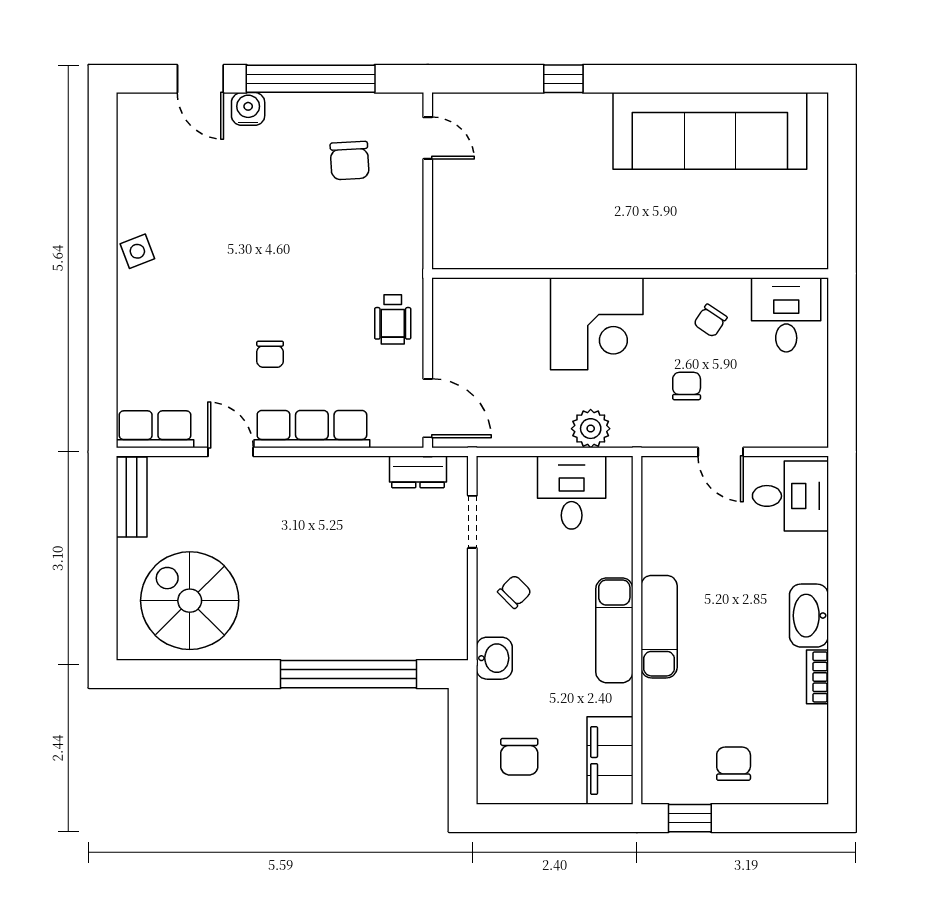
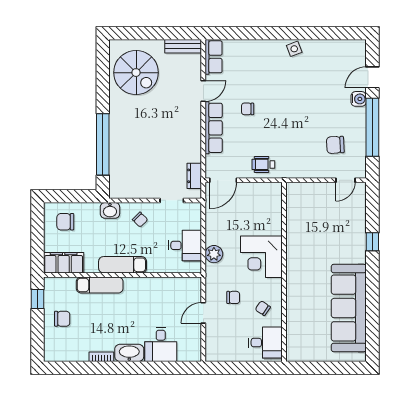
desk: (790, 496) -> (161, 344), moved
spiral stairs: (190, 601) -> (136, 73), turned 90
exam couch: (659, 627) -> (100, 285), moved

